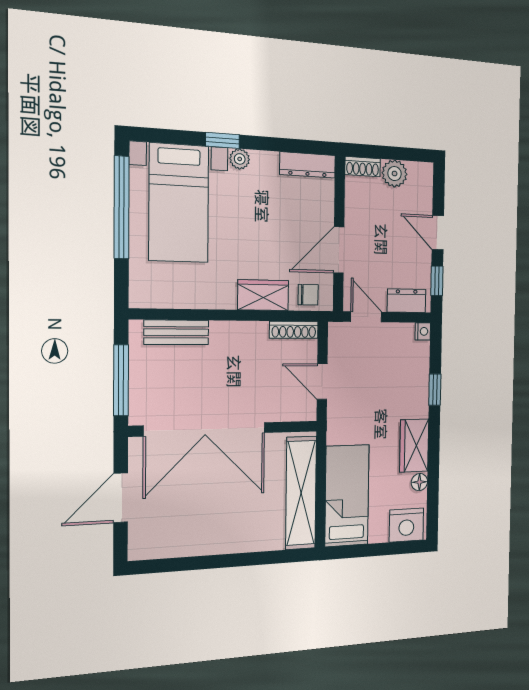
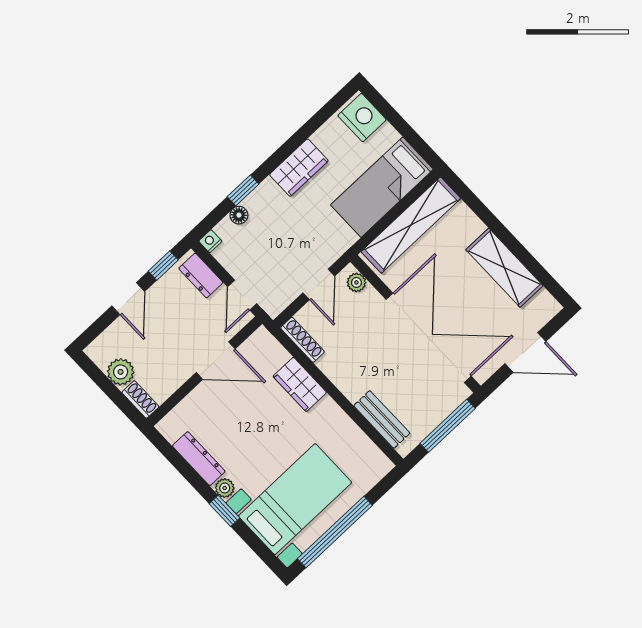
dresser: (308, 165) -> (199, 459), moved
chair: (308, 295) -> (268, 353), removed
plant: (298, 412) -> (356, 282), added
floor lamp: (419, 482) -> (239, 215), moved
shelving: (203, 539) -> (504, 268), added

